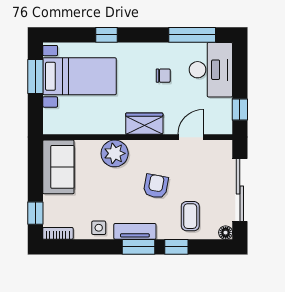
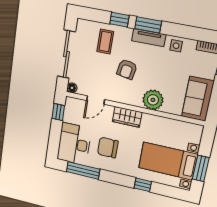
chair: (163, 76) -> (108, 148), width x1.87, depth x1.87
floor lamp: (226, 233) -> (72, 88), moved

